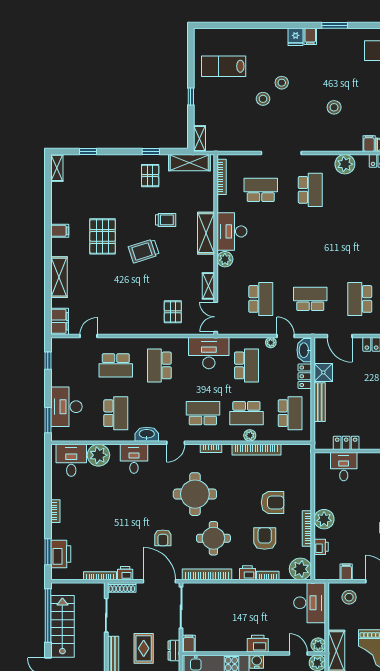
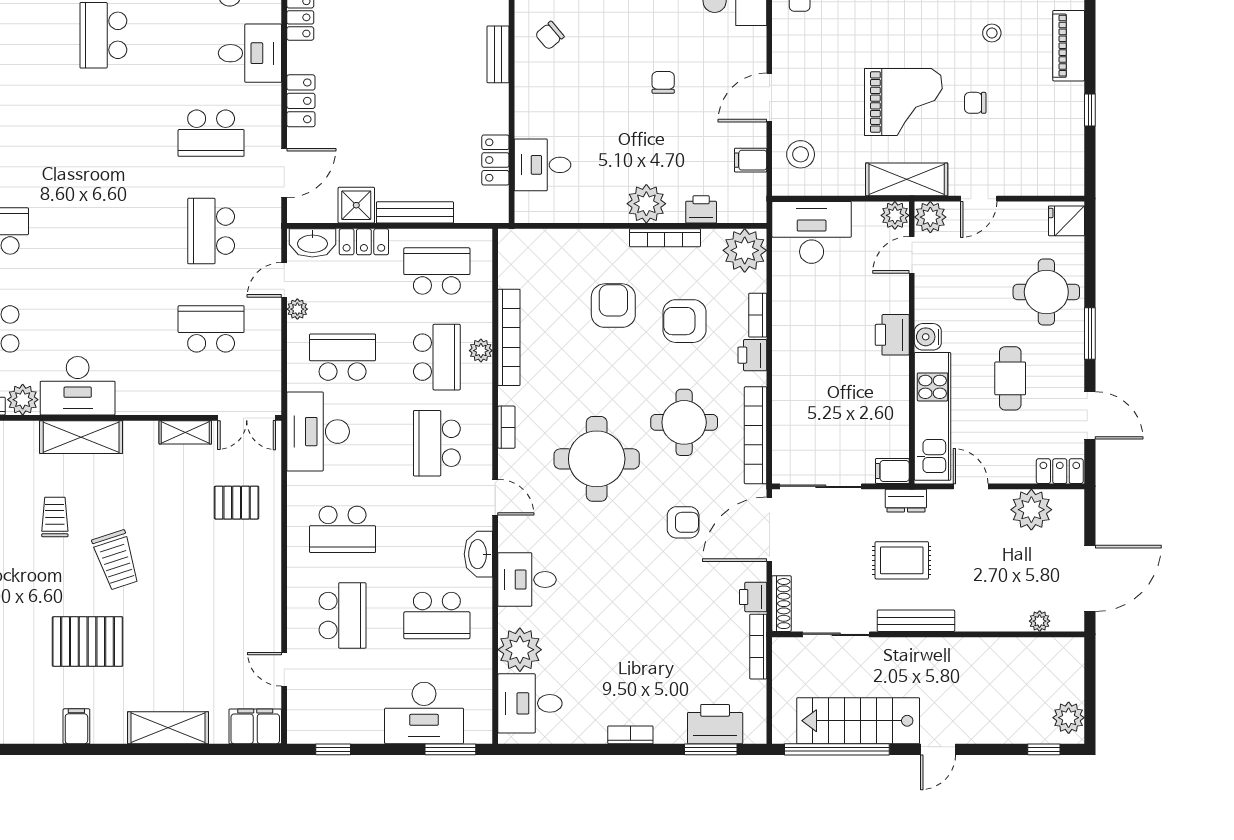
plant: (225, 259) -> (23, 400), moved
school desk: (116, 413) -> (437, 615), turned 180

